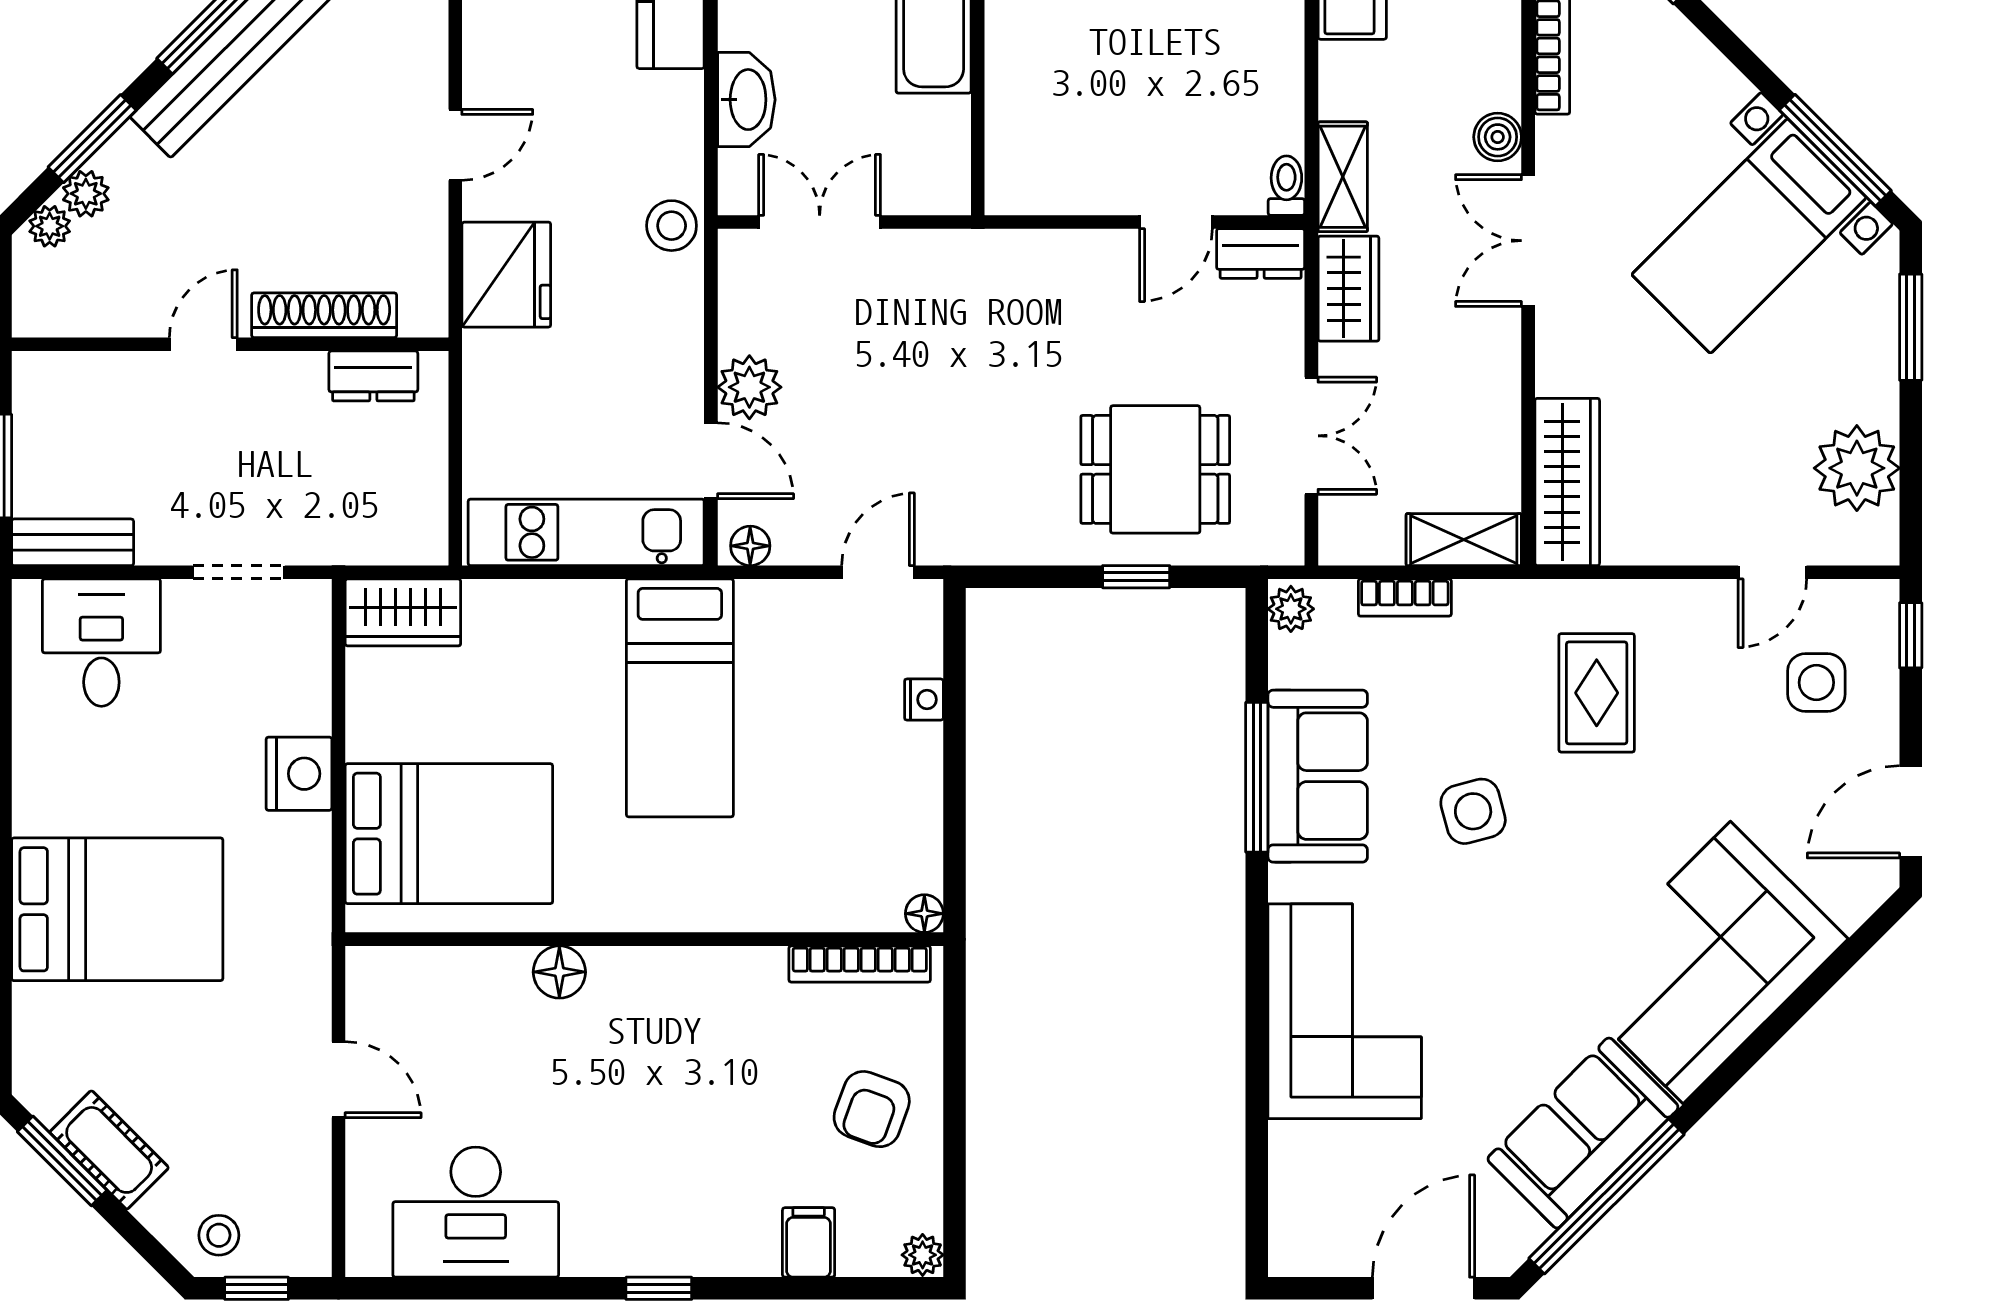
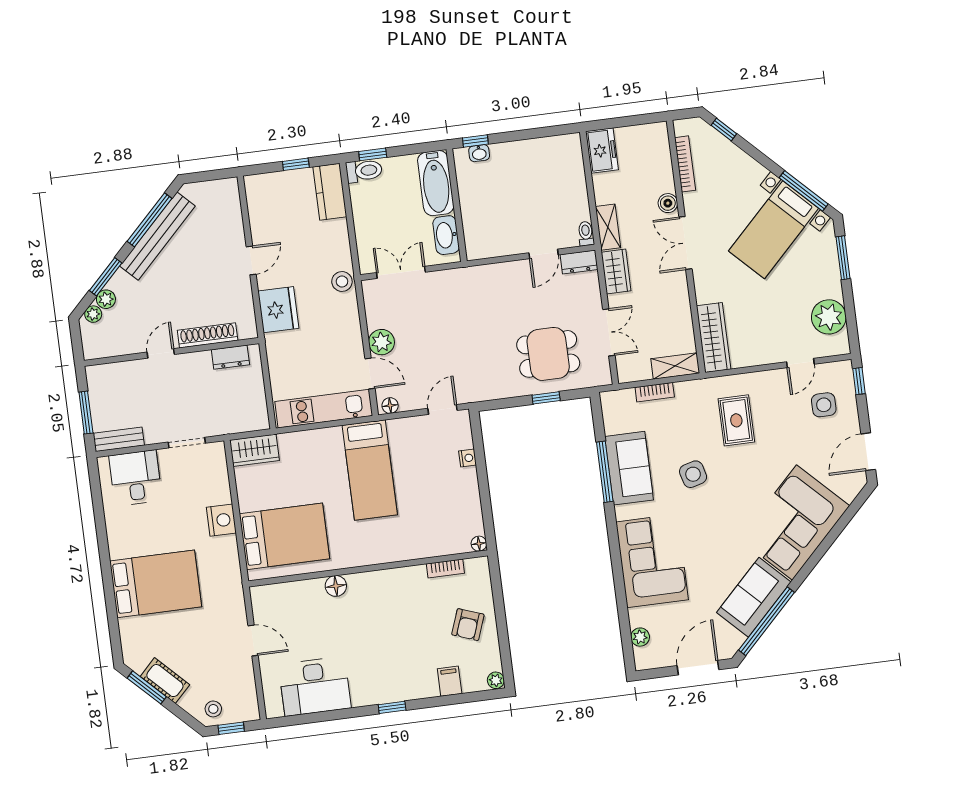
washbasin: (746, 100) -> (446, 235), moved, turned 180
plant: (1291, 609) -> (640, 637), moved
bookcase: (860, 964) -> (445, 568), width x0.64

